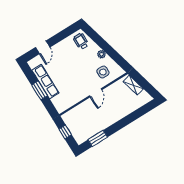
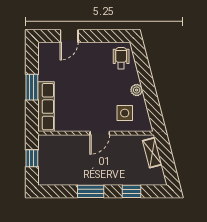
row of seats: (45, 82) -> (46, 107), moved
window: (135, 115) -> (132, 191), added
window: (98, 138) -> (91, 191), moved

